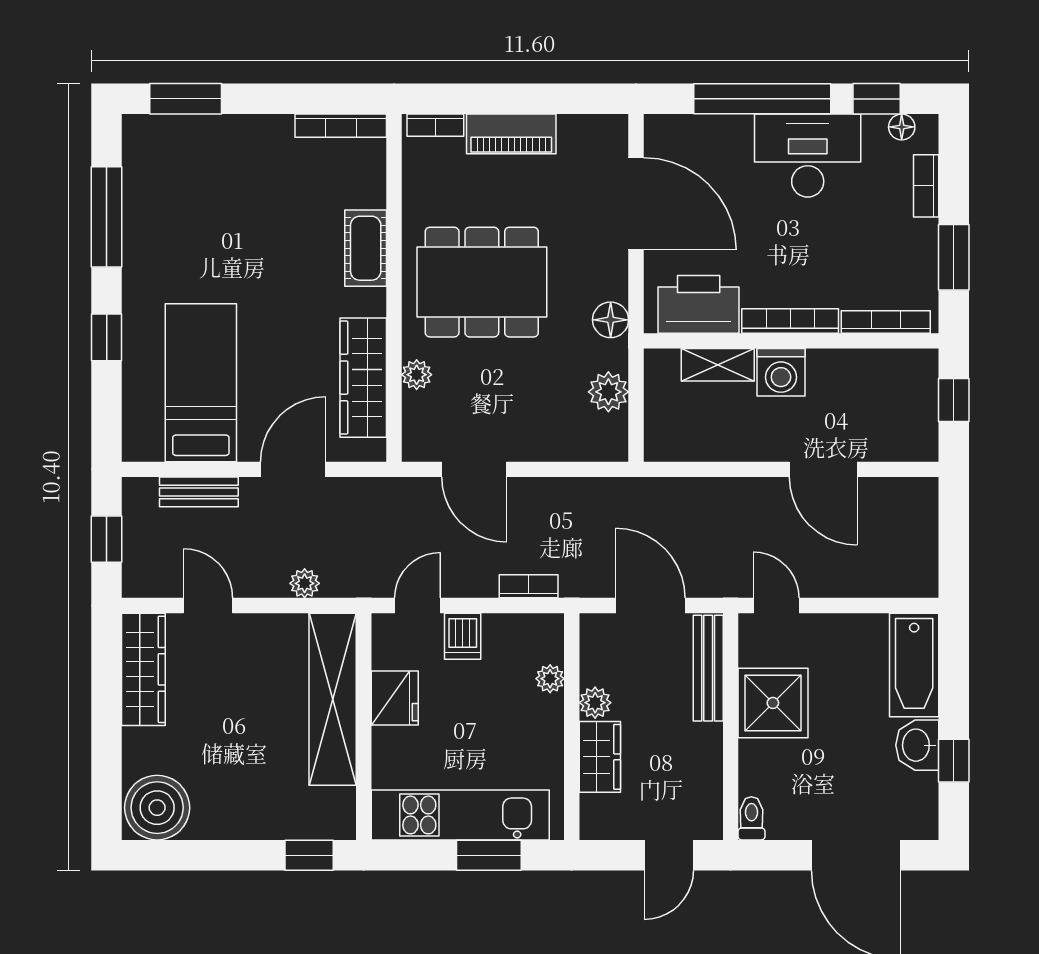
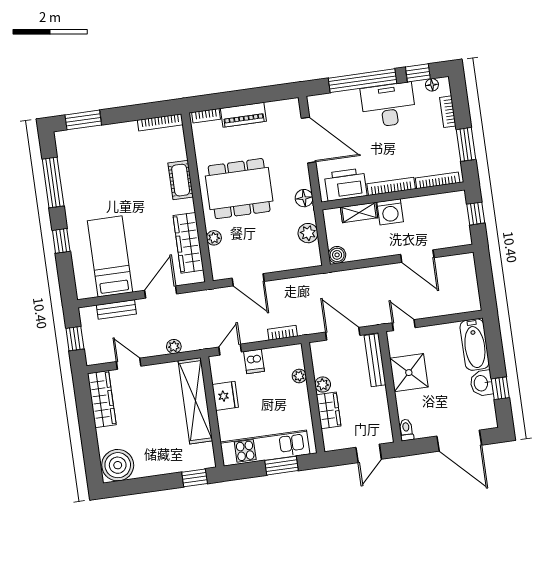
boiler: (661, 444) -> (337, 255), added

